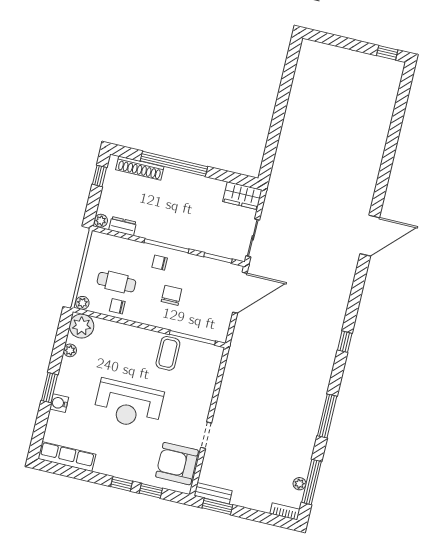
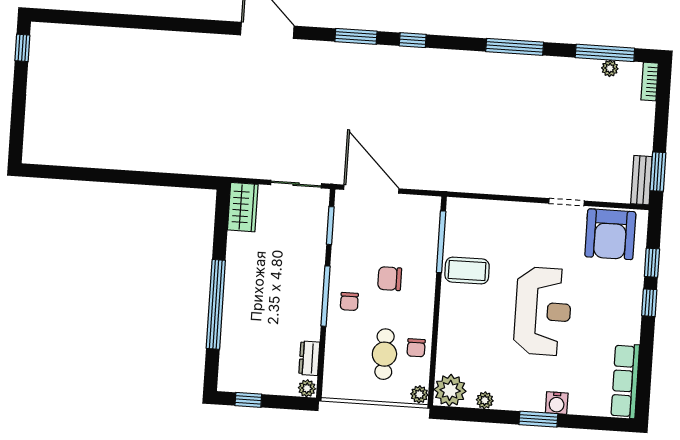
shoe rack: (140, 168) -> (229, 348), removed
window: (354, 300) -> (356, 36), added

